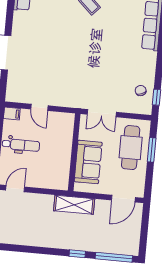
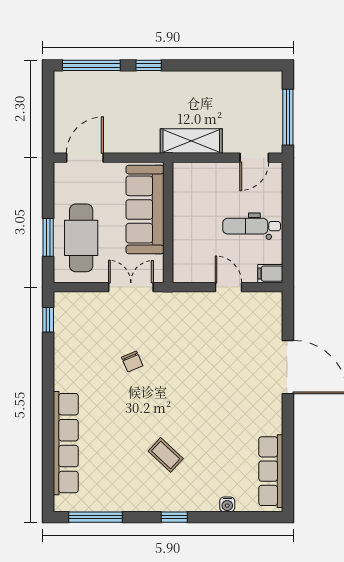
chair: (141, 91) -> (132, 361), moved
sofa: (88, 162) -> (145, 209), width x1.36
shelving: (74, 205) -> (191, 141), moved

